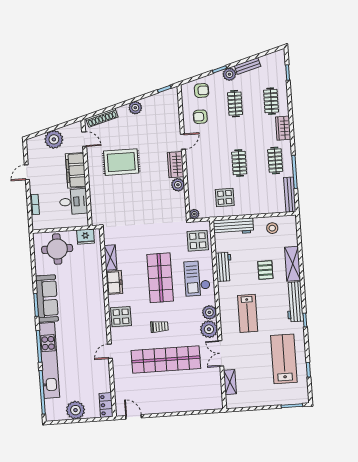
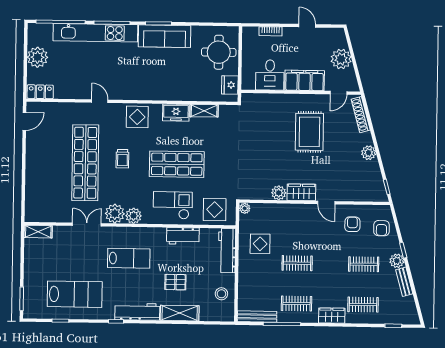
lab bench: (248, 313) -> (129, 258), turned 180
shelving: (230, 382) -> (38, 232), moved

